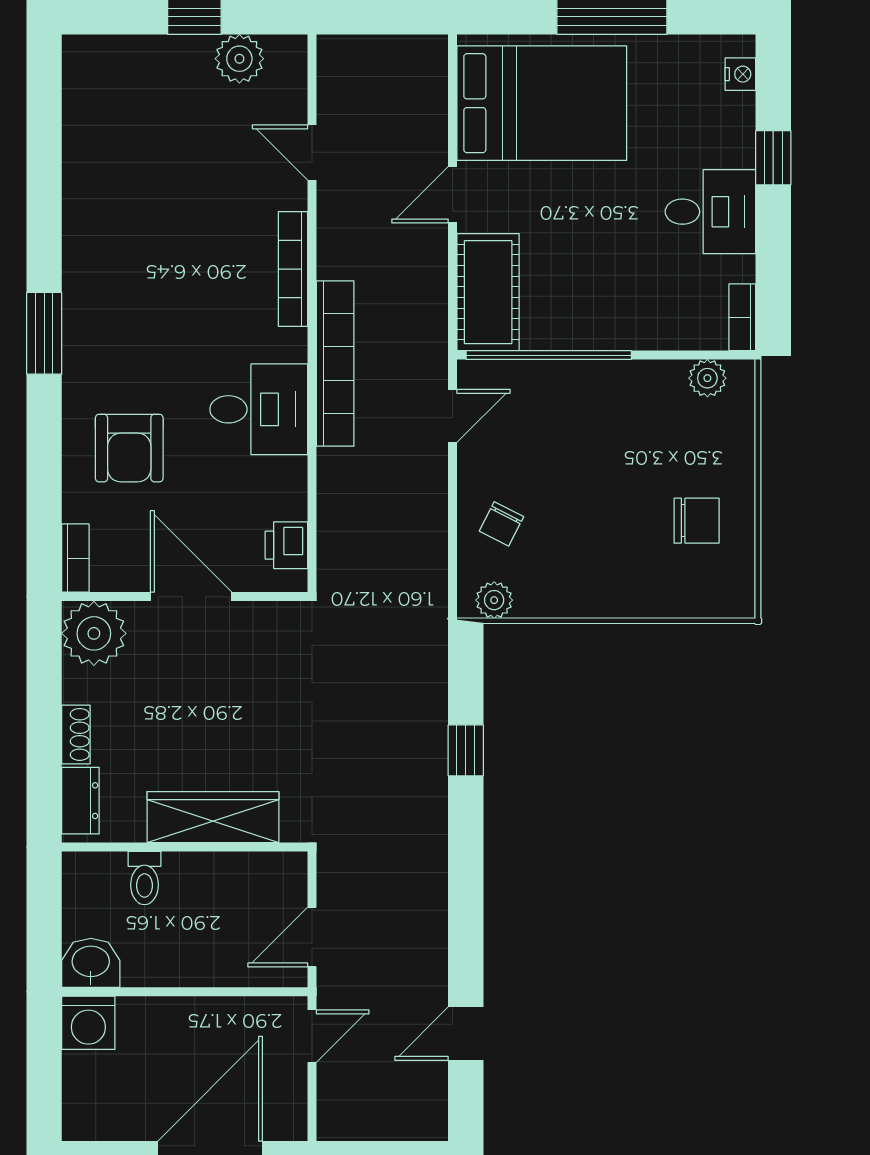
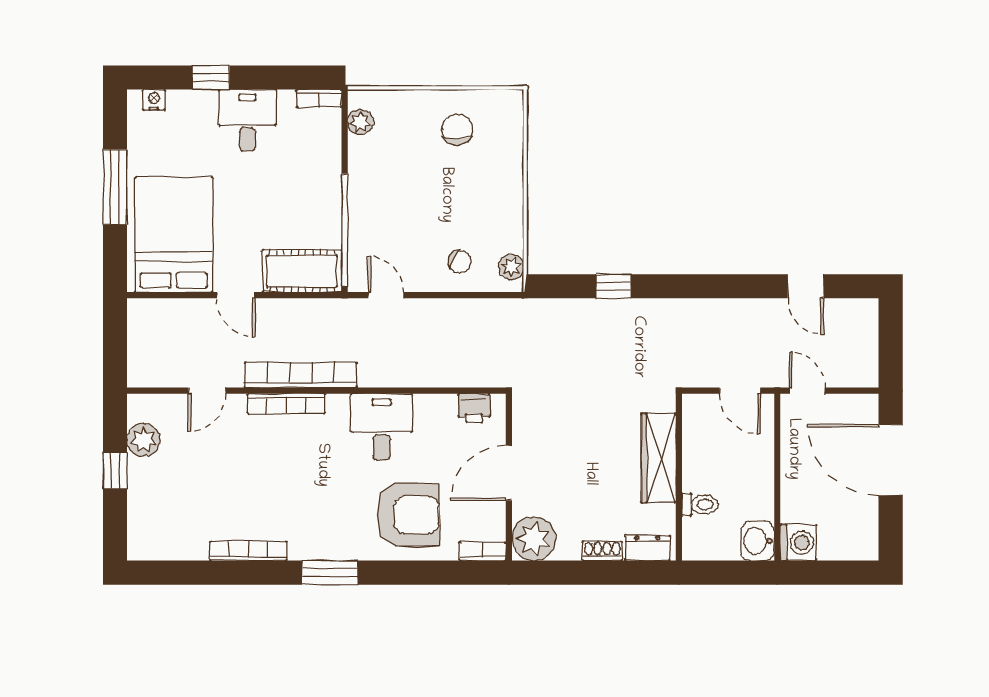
bookcase: (76, 213) -> (248, 551), added
bookcase: (335, 363) -> (301, 375), moved
armchair: (129, 448) -> (408, 515), width x1.36, depth x1.36

